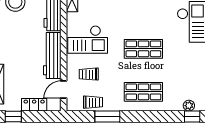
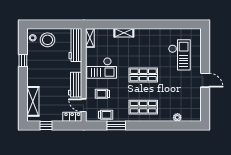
workbench: (52, 55) -> (75, 85), width x0.73
door: (64, 90) -> (84, 105), hinge flipped
locker: (34, 105) -> (72, 117), moved
window: (192, 117) -> (180, 126), removed

